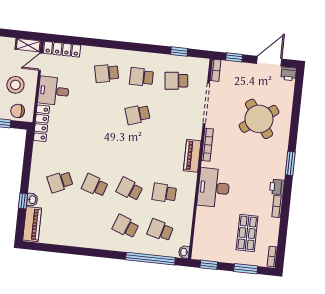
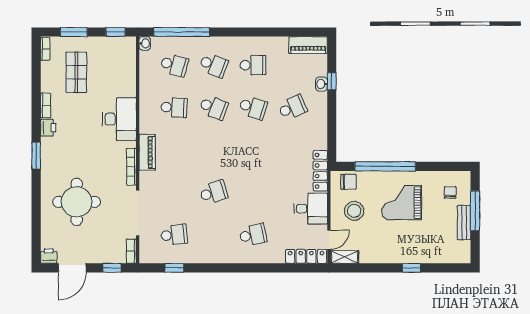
school desk: (142, 77) -> (253, 65), moved
round table: (259, 119) -> (77, 202), turned 35
piano: (32, 224) -> (308, 45), moved, turned -90

